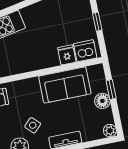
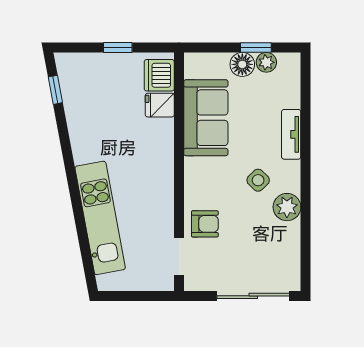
window: (111, 90) -> (256, 47), moved
plant: (110, 131) -> (266, 62), moved

